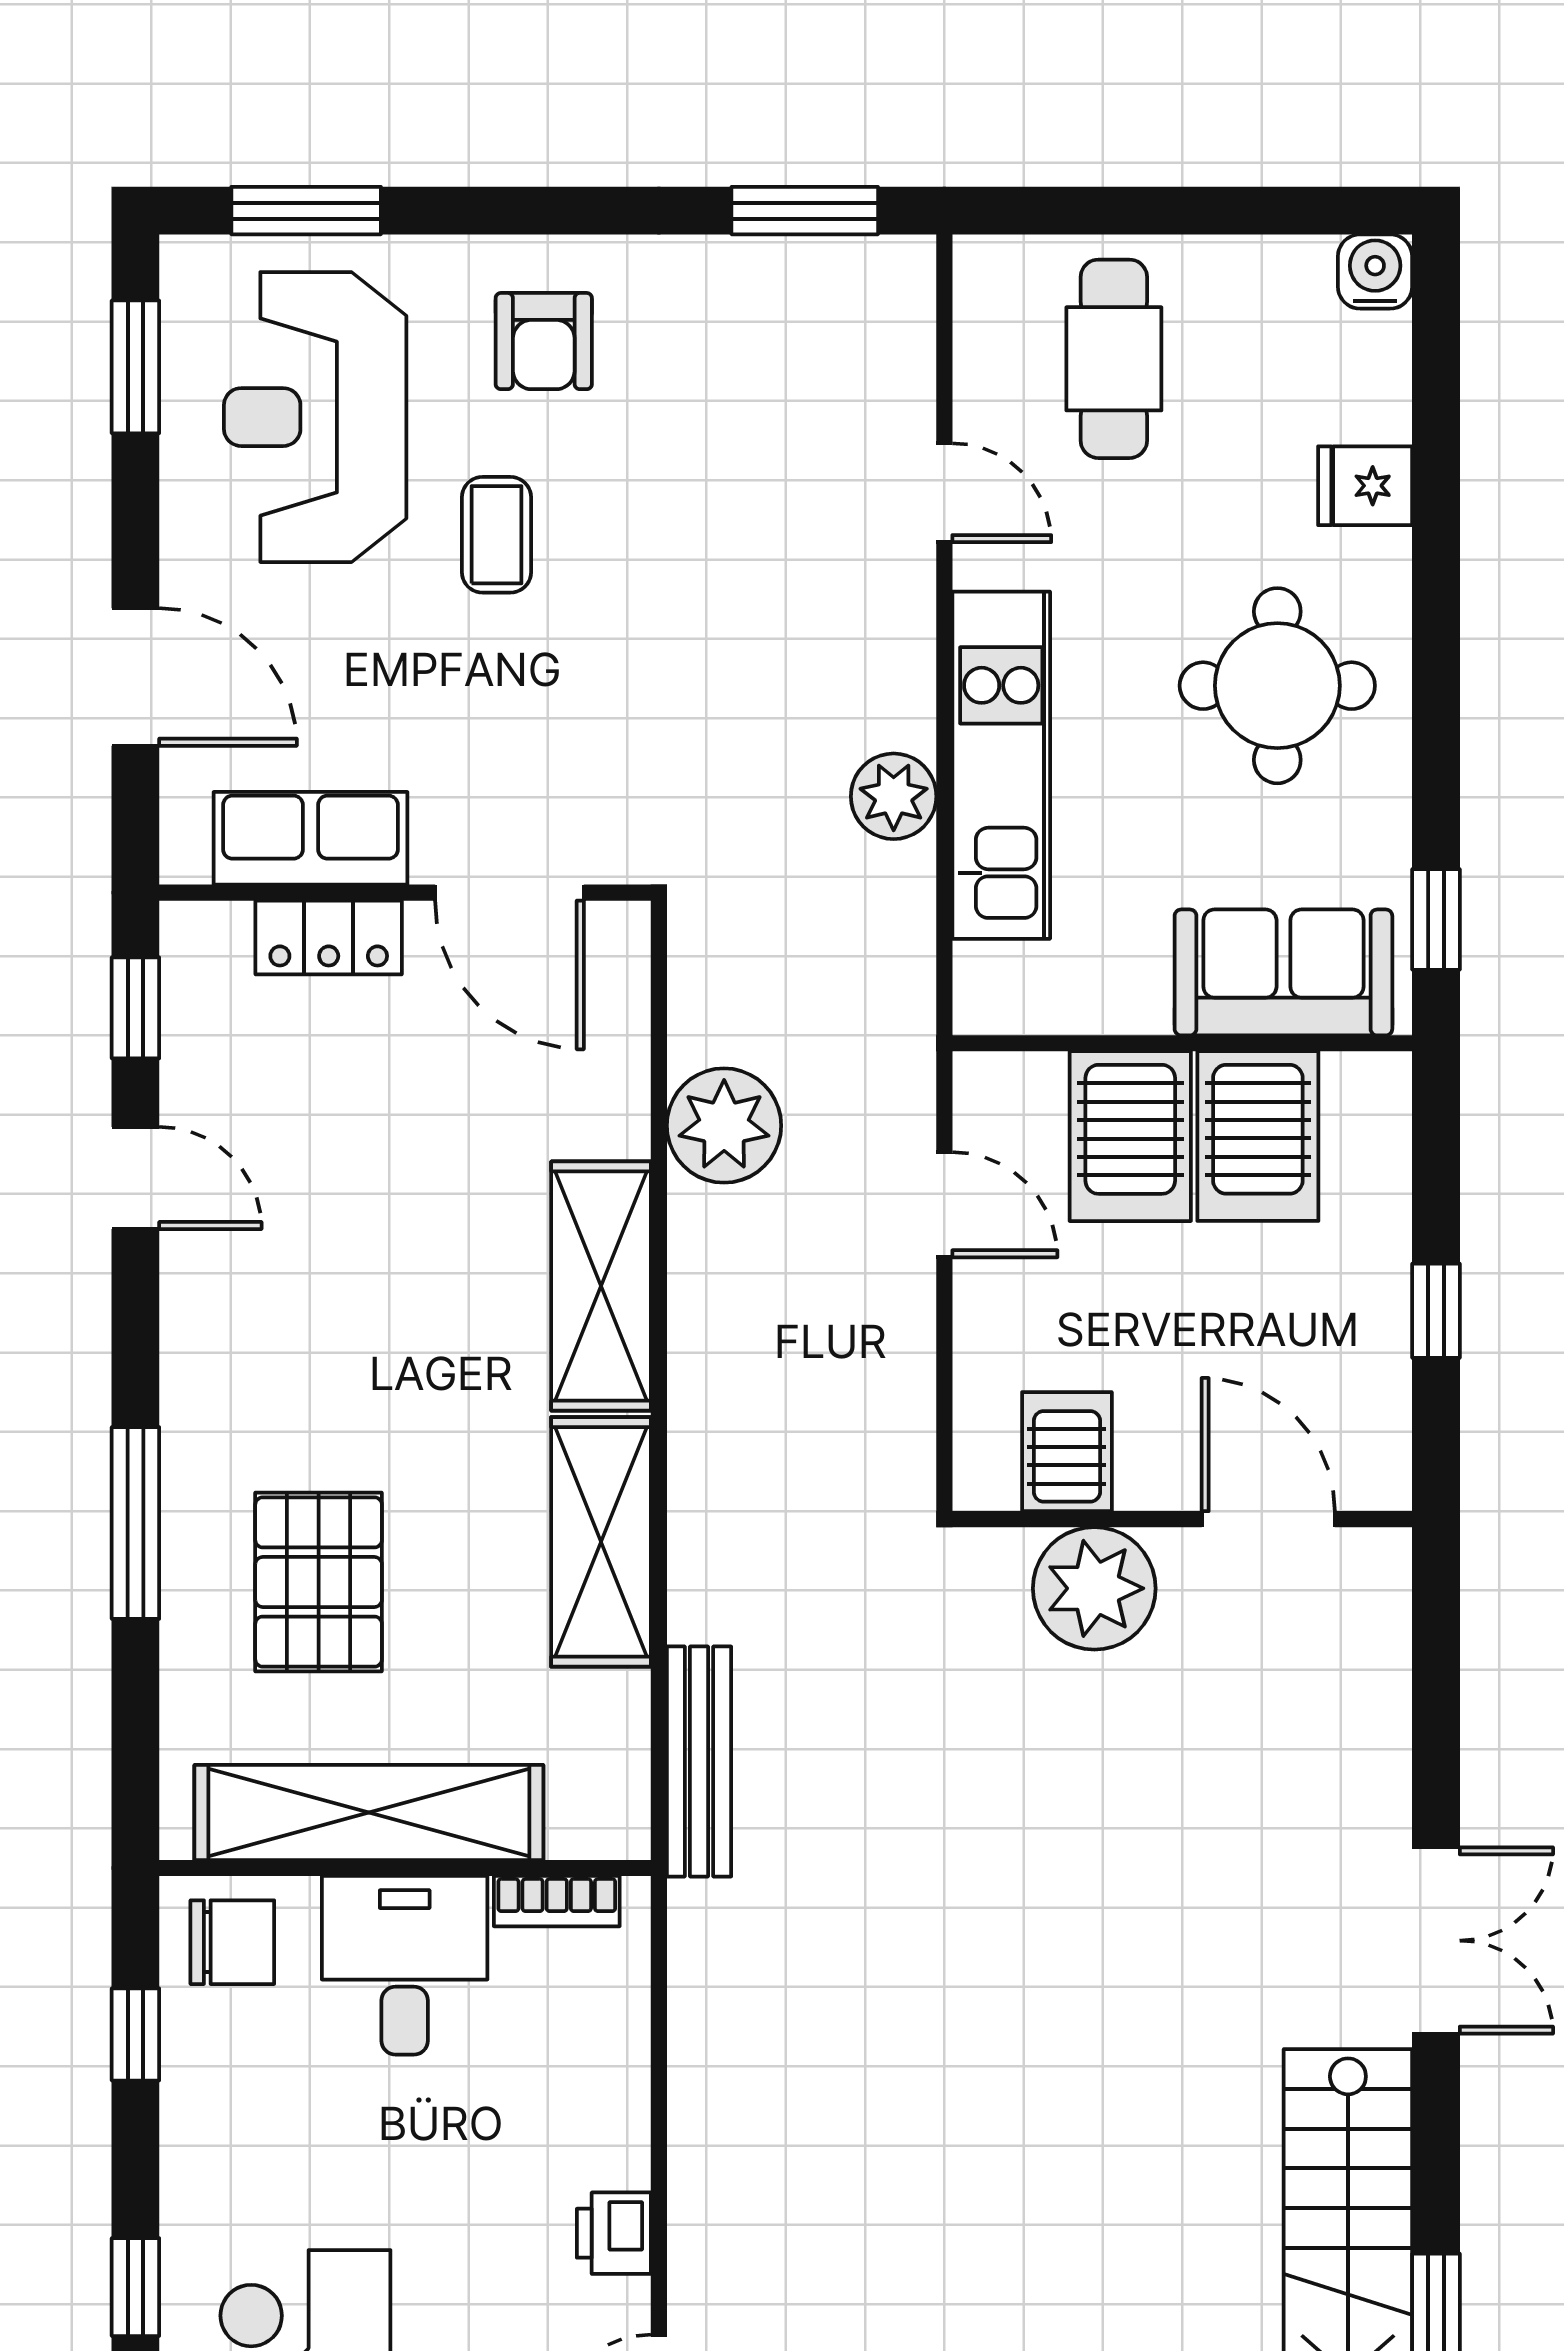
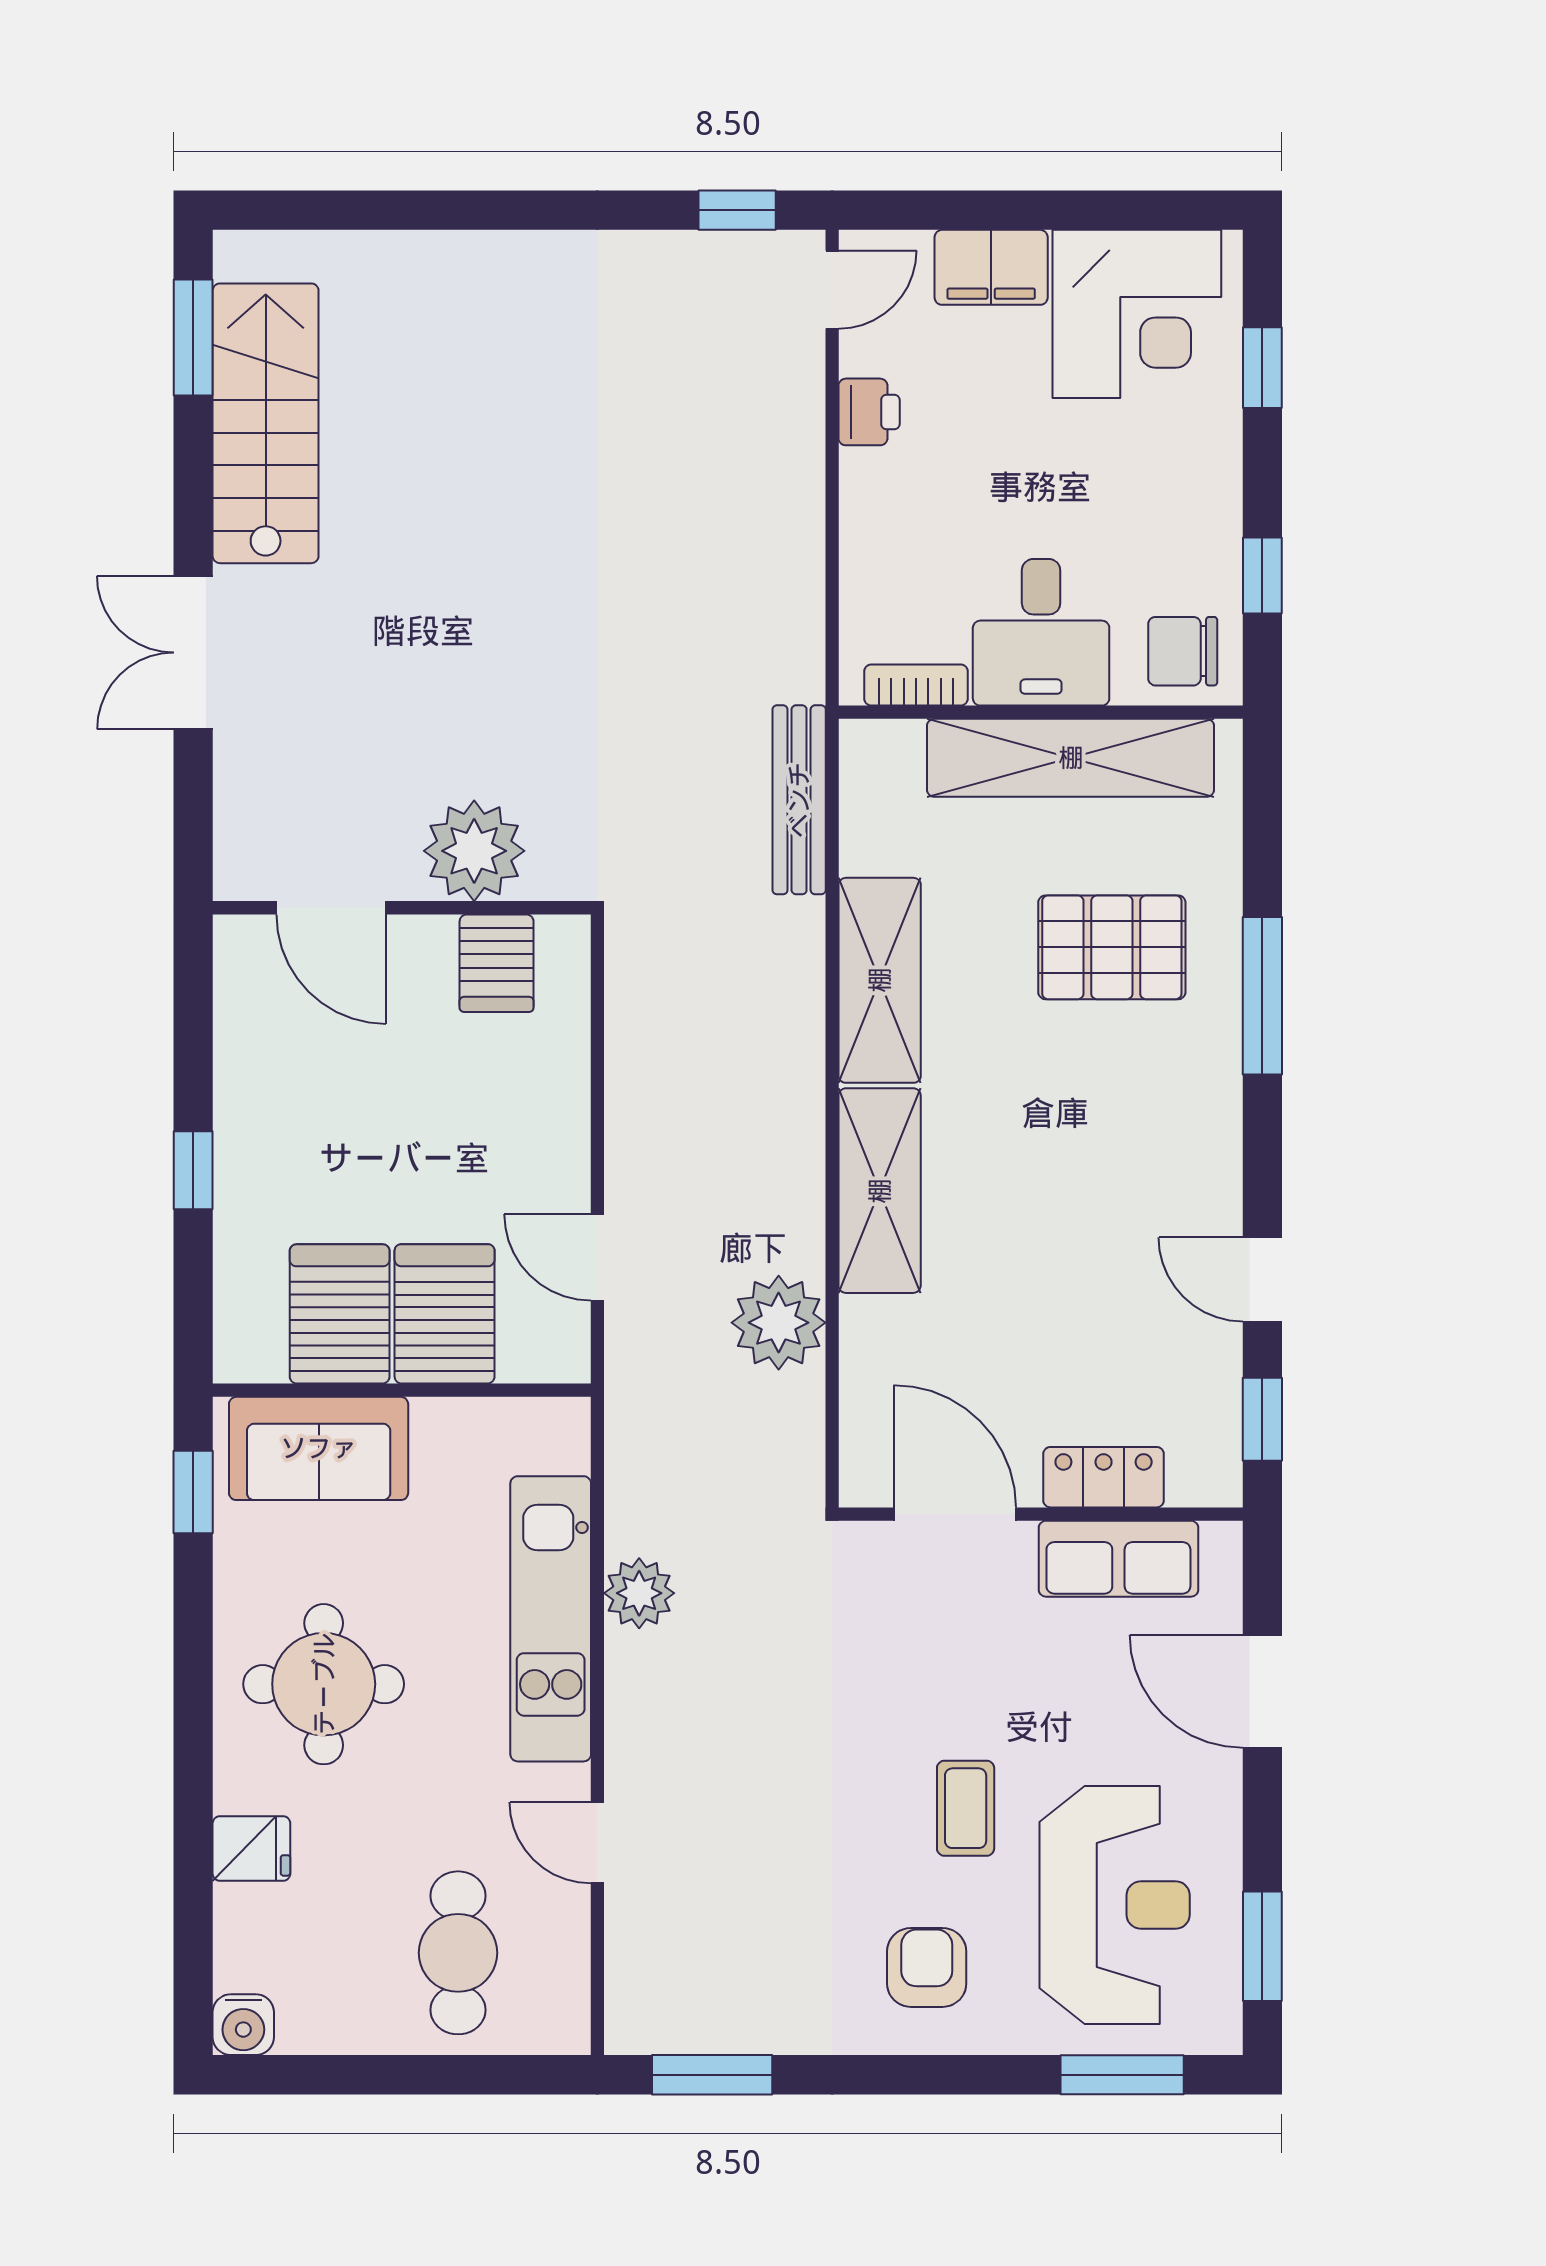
server rack: (1067, 1452) -> (497, 963), moved
wall: (1182, 1519) -> (402, 908), moved
door: (1268, 1519) -> (331, 908), moved
pallet: (319, 1582) -> (1112, 947), turned 90
plant: (1094, 1588) -> (474, 851), moved

